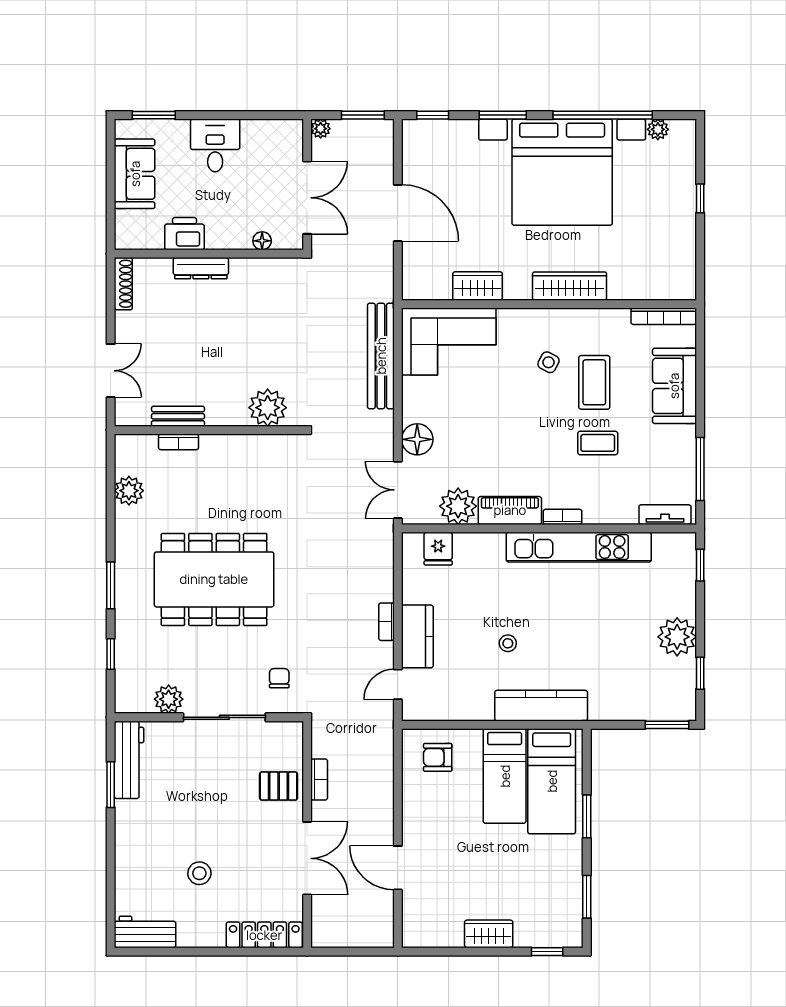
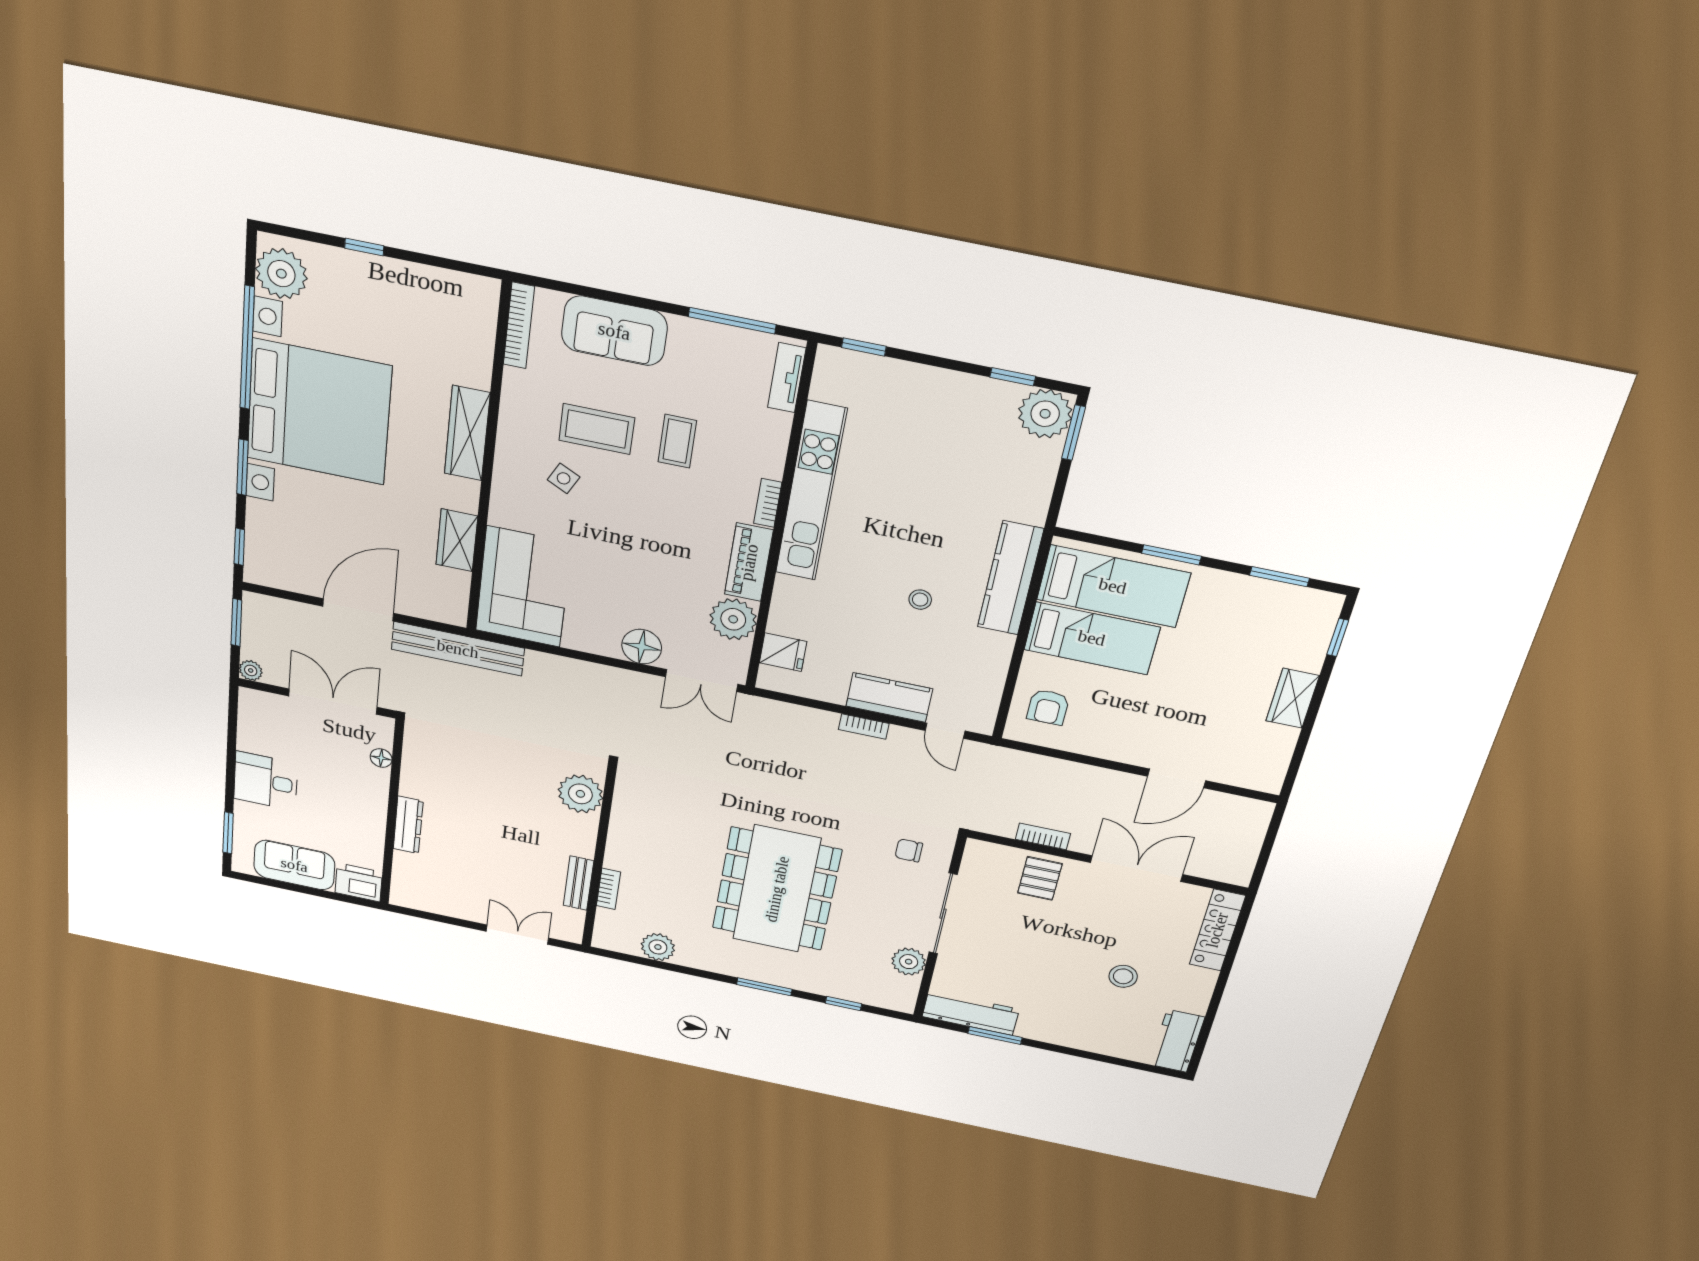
plant: (658, 129) -> (281, 274), width x1.88, depth x1.88
printer: (185, 234) -> (359, 882), moved, turned 90
shoe rack: (123, 284) -> (419, 902), removed
bench: (381, 356) -> (458, 649), moved
plant: (677, 637) -> (1045, 414), moved

